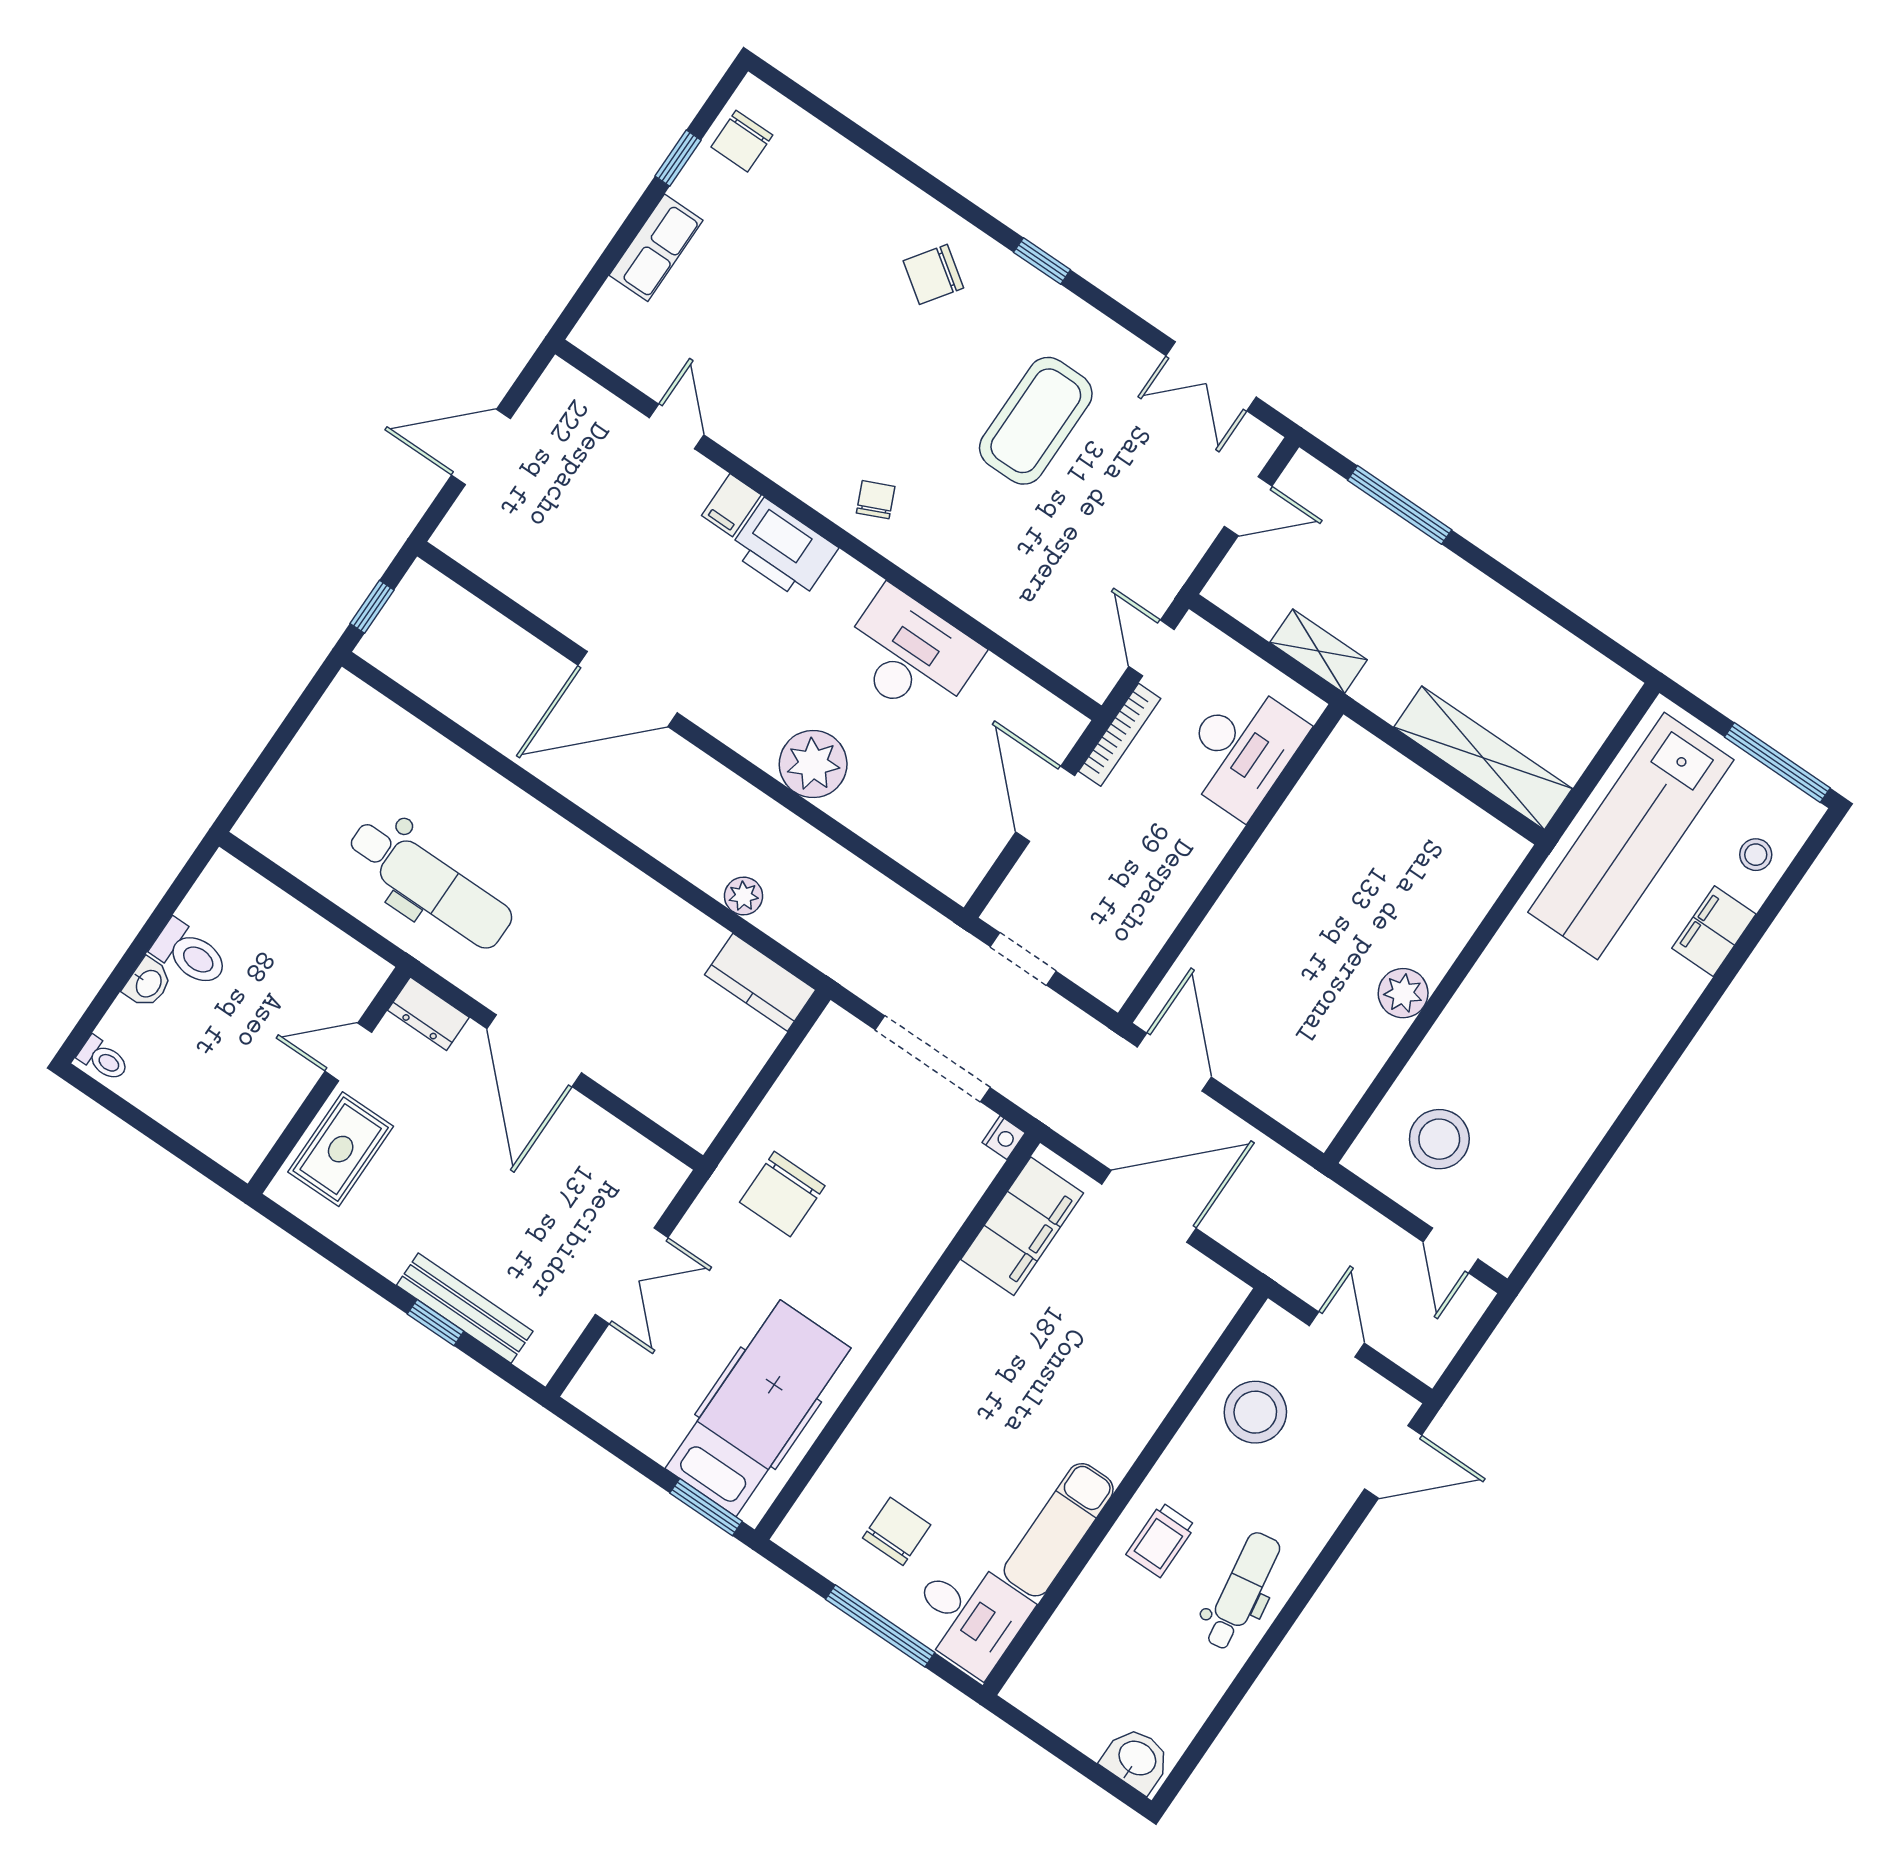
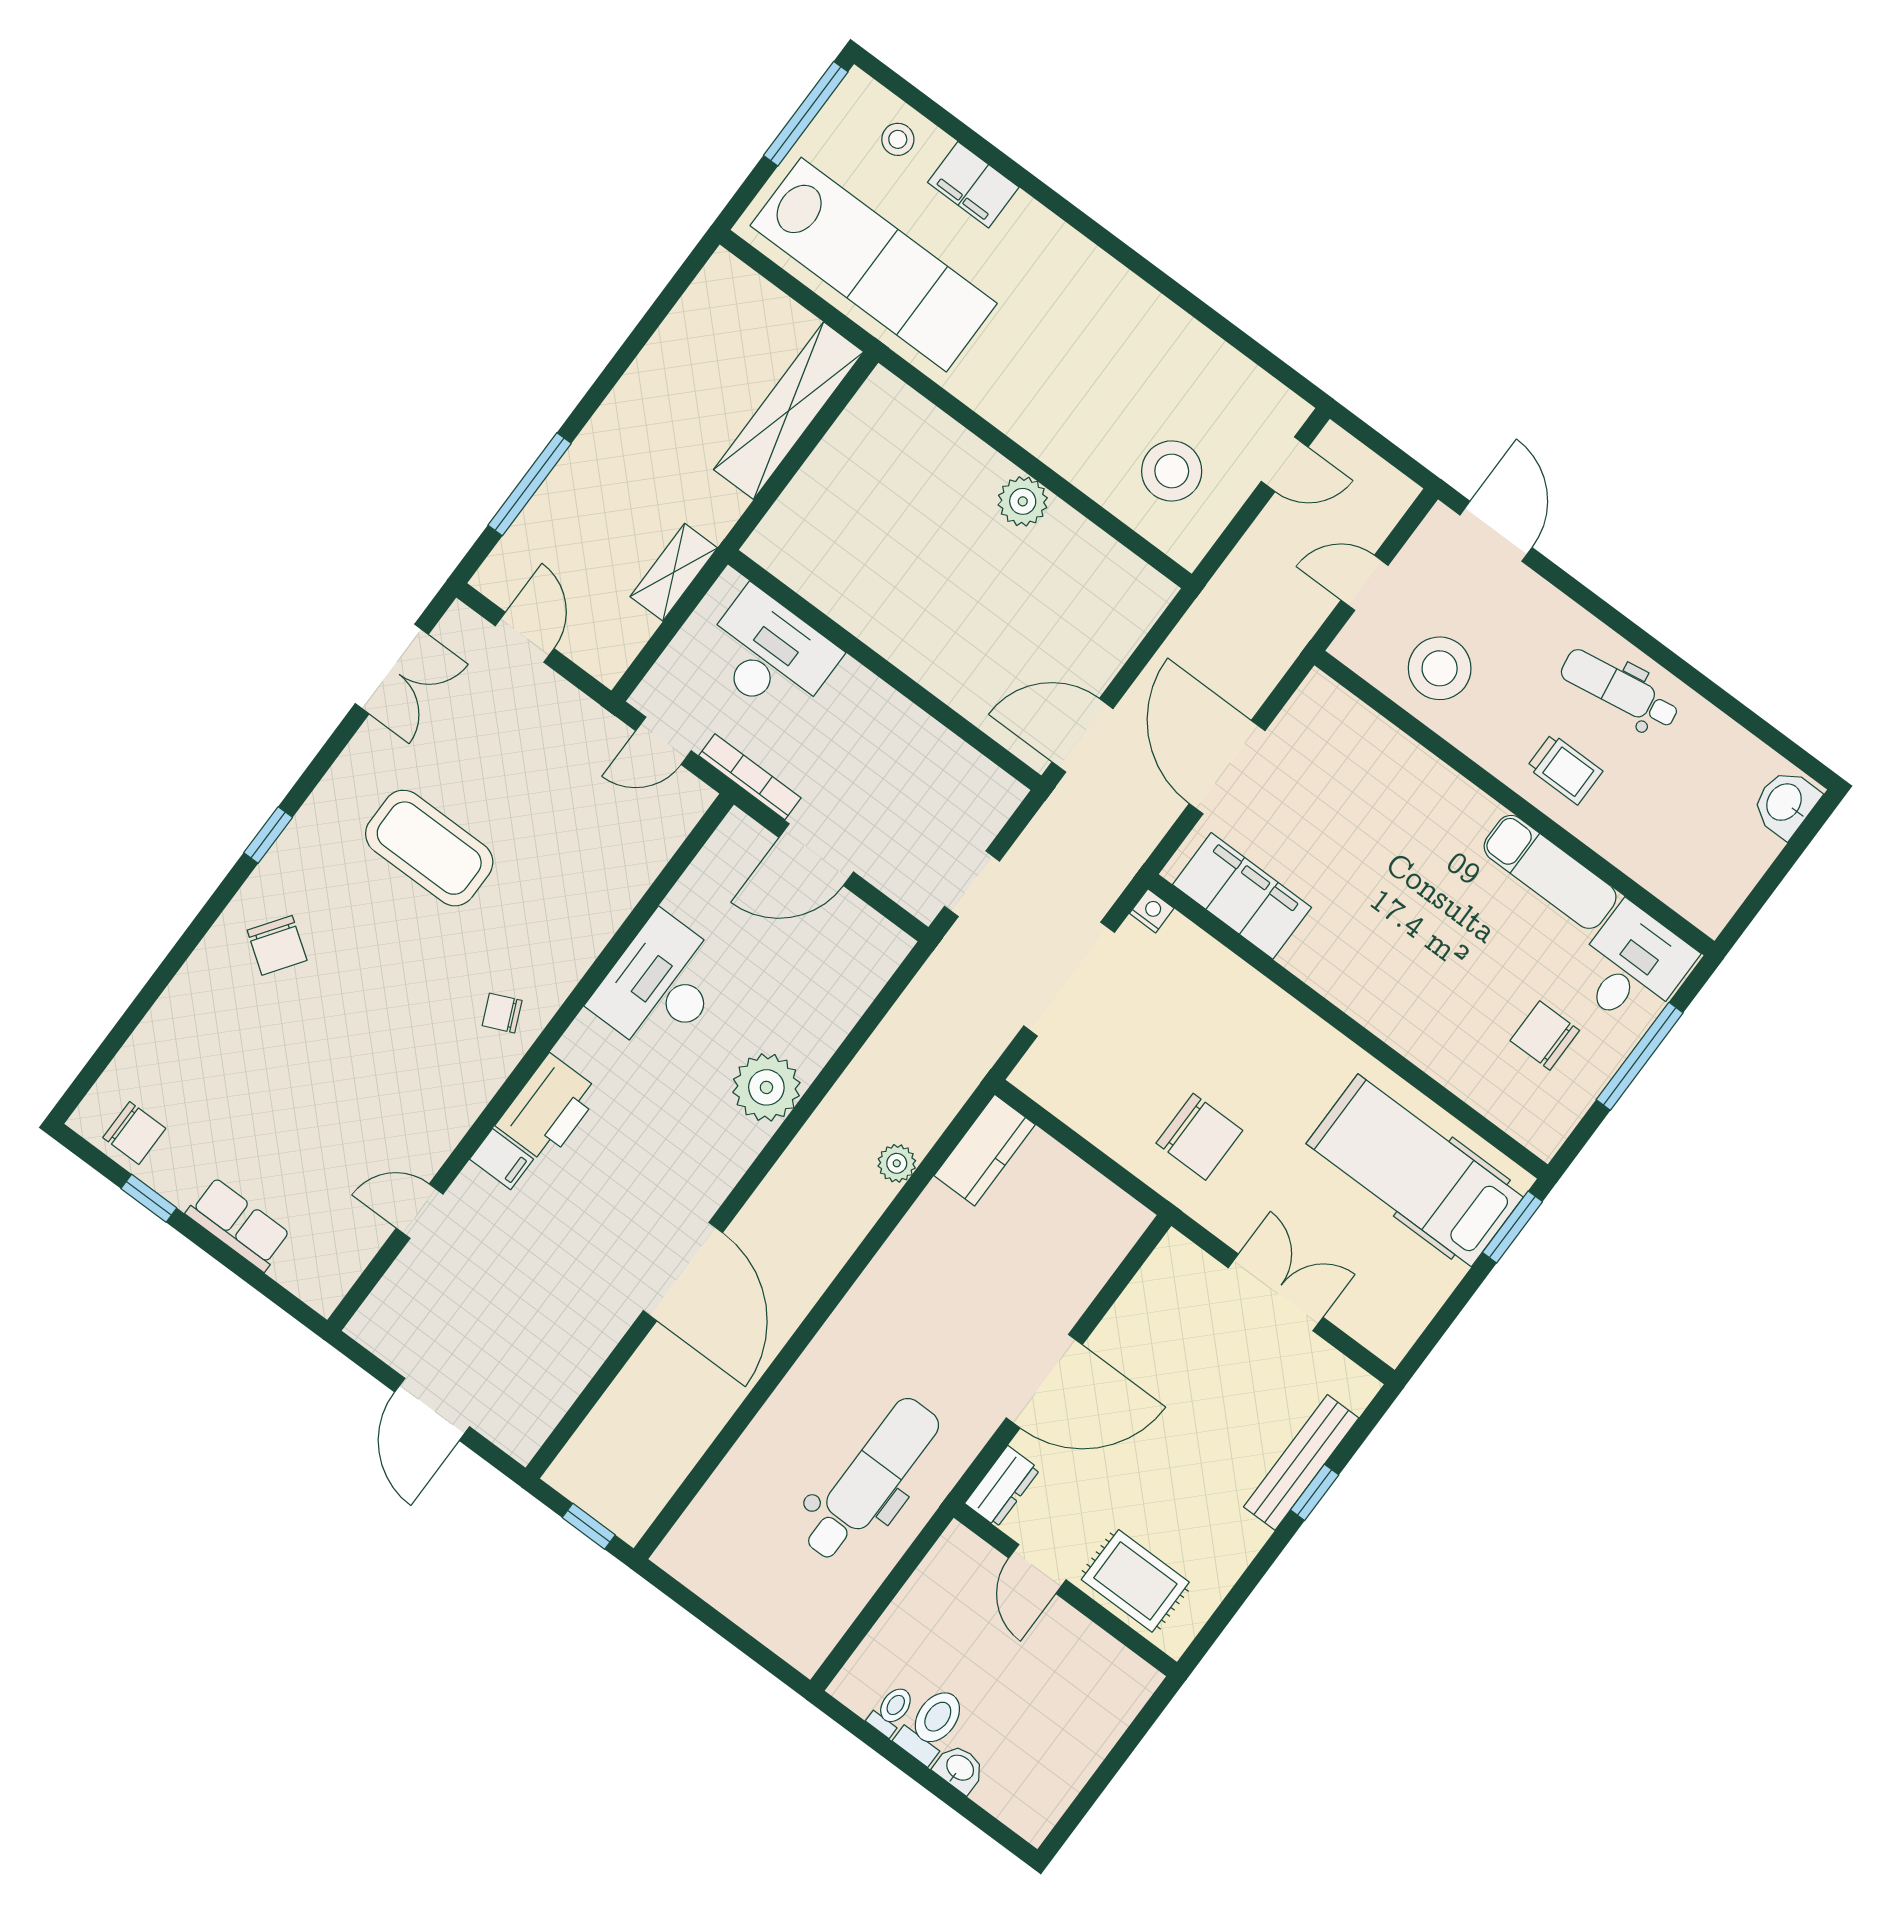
toilet: (103, 1059) -> (892, 1710), moved

